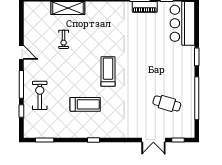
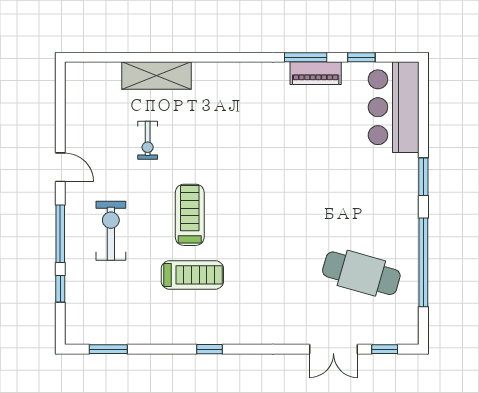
treadmill: (108, 72) -> (190, 215), moved
exercise bike: (40, 95) -> (111, 231), moved
cafe table: (167, 103) -> (361, 273), width x1.37, depth x1.35

